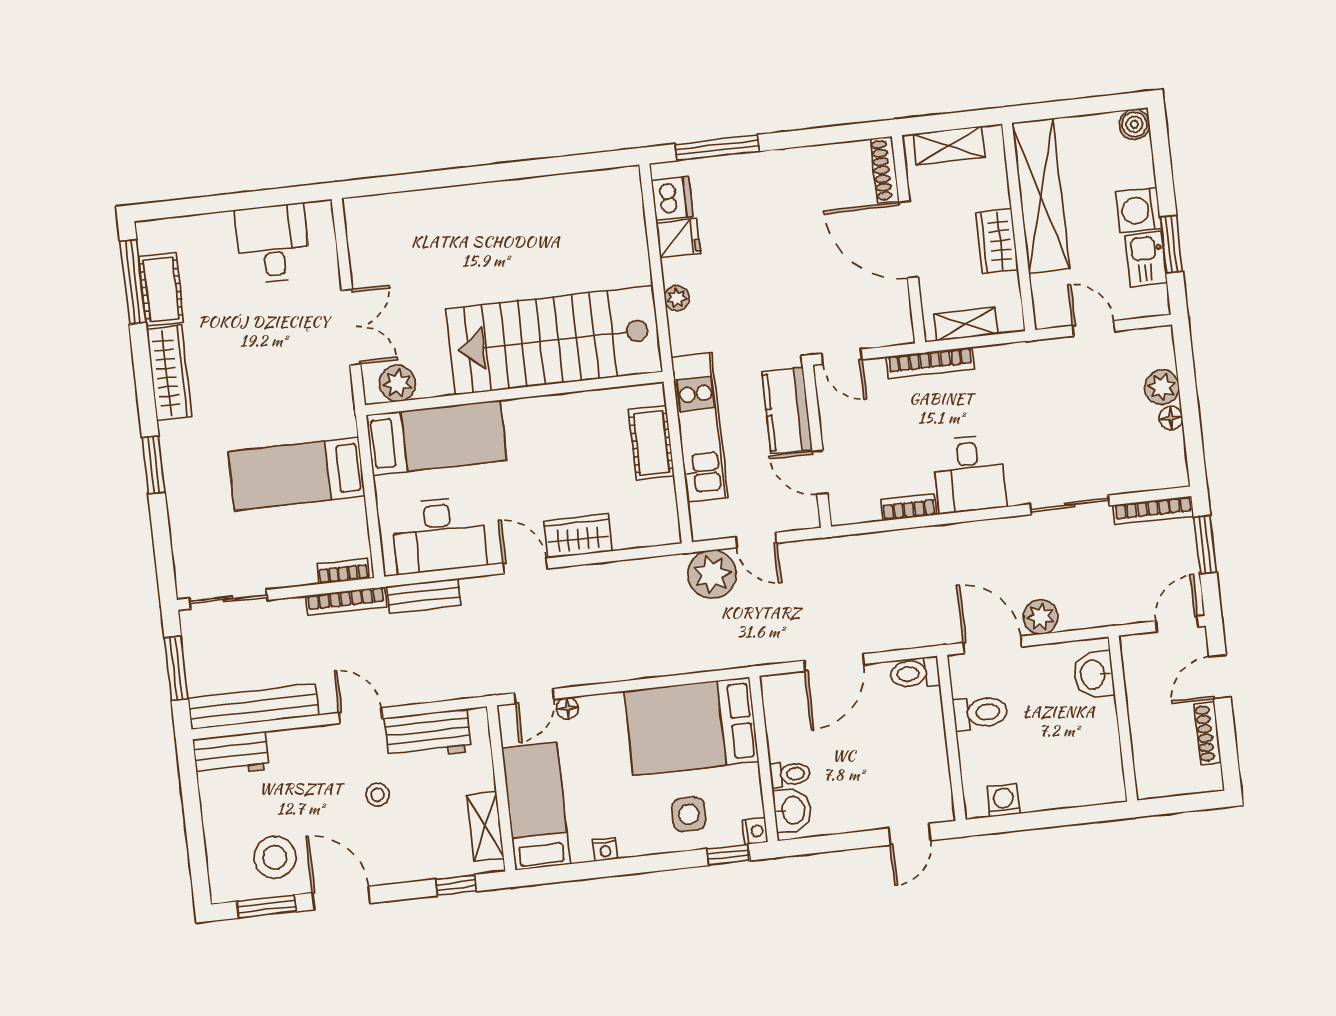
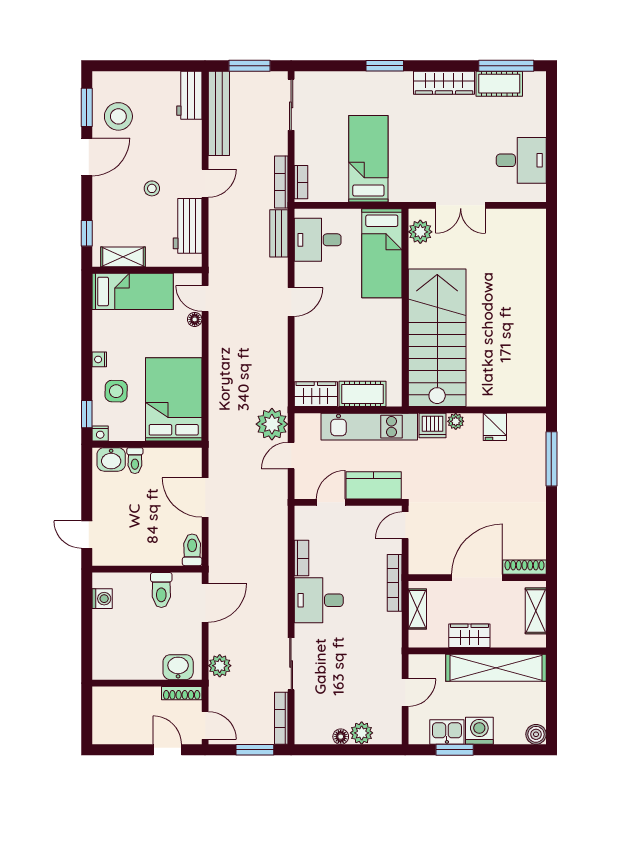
dishwasher: (672, 198) -> (432, 426), moved
desk: (439, 535) -> (318, 240), width x0.73
wardrobe: (578, 536) -> (316, 394), moved, turned -90
plant: (1041, 617) -> (220, 666), moved
shoe rack: (1208, 733) -> (182, 693), moved, turned 180
nightstand: (605, 849) -> (99, 359), moved

